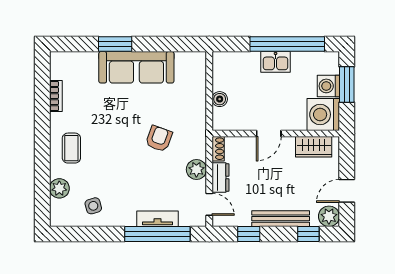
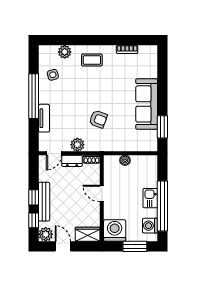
window: (115, 44) -> (162, 127), moved
washing machine: (328, 86) -> (150, 226), moved, turned -90
wardrobe: (314, 147) -> (88, 234), moved, turned 90
window: (157, 234) -> (34, 96), moved
window: (249, 234) -> (34, 197), moved

